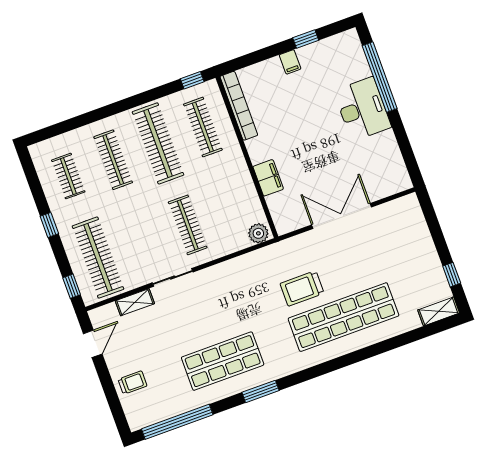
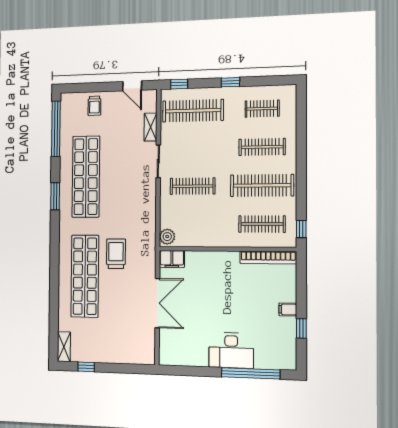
filing cabinet: (268, 178) -> (172, 259), moved
shop shelf: (223, 361) -> (86, 177), width x1.40

